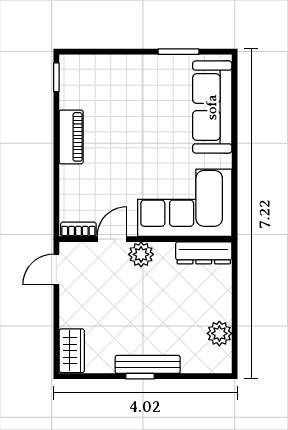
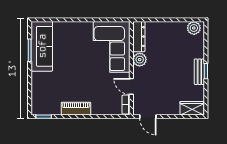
sofa: (212, 107) -> (42, 46), moved, turned -90
plant: (141, 254) -> (140, 60), moved
plant: (219, 333) -> (194, 28), moved
bench: (148, 364) -> (199, 72), width x0.73

